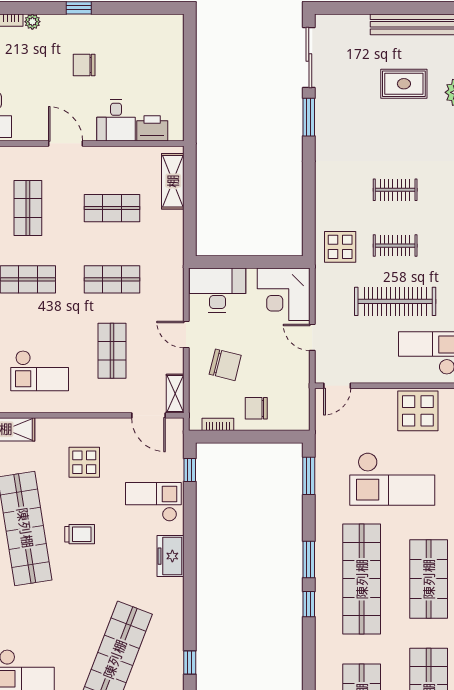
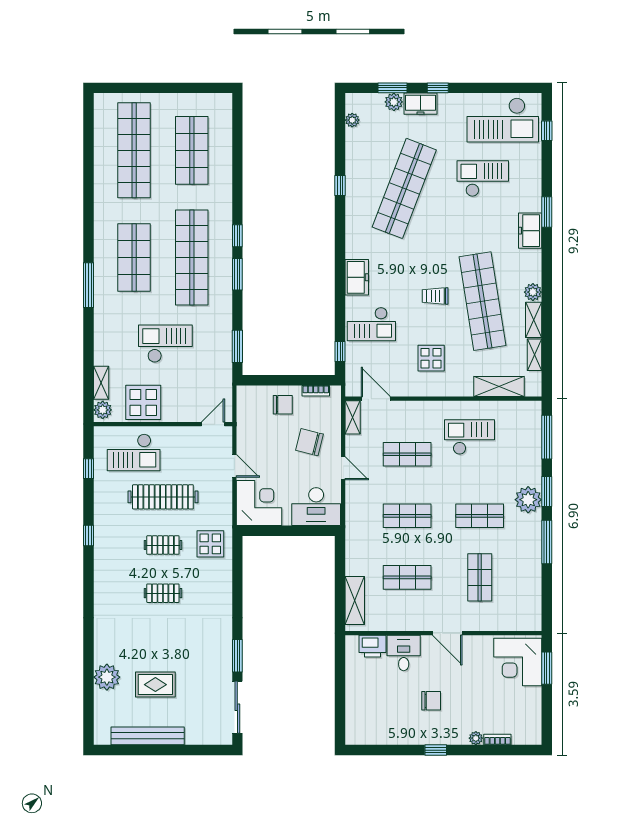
shop shelf: (112, 351) -> (407, 454), turned 90
checkout: (392, 479) -> (165, 344), width x0.73, depth x0.83

